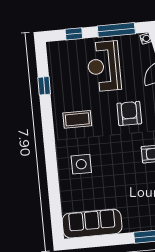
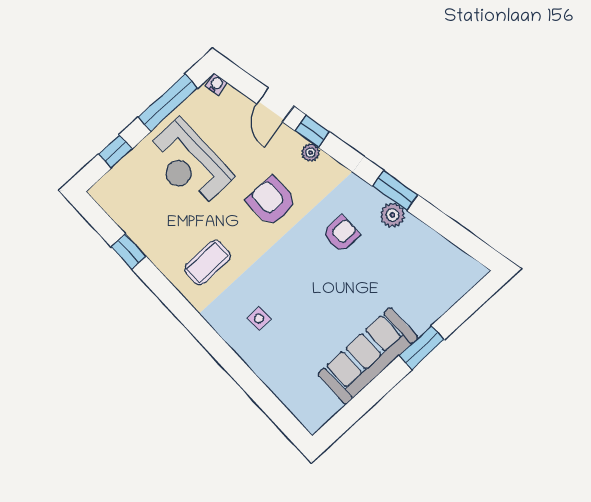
side table: (81, 164) -> (259, 318), width x0.54, depth x0.54
sofa: (92, 224) -> (368, 356), moved

